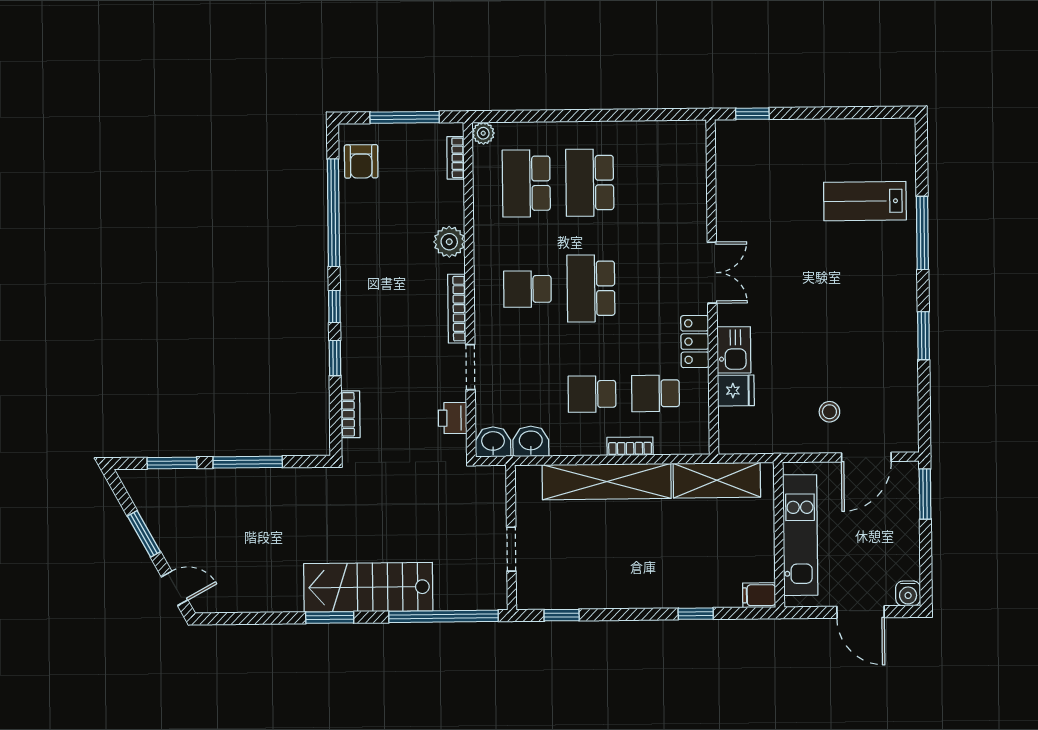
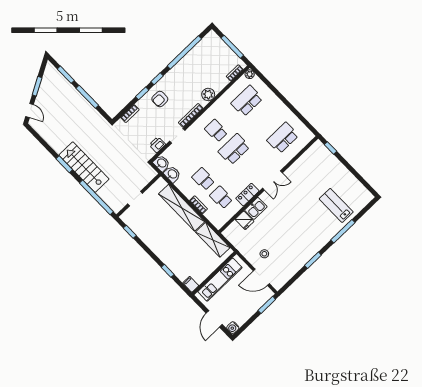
armchair: (361, 161) -> (160, 99), moved
school desk: (590, 183) -> (283, 138), moved

